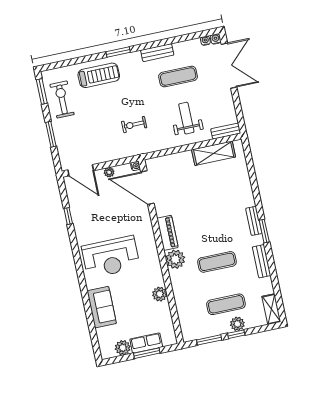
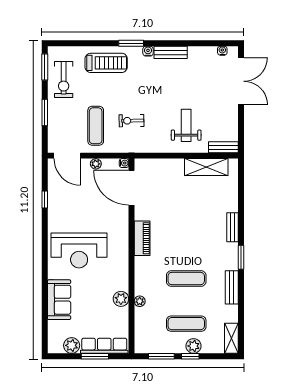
water cooler: (216, 39) -> (148, 51), moved
exercise mat: (178, 77) -> (96, 126), moved, turned 90
exercise bike: (62, 99) -> (64, 80), turned 180
bench: (254, 221) -> (233, 227), moved
plant: (175, 259) -> (140, 301), moved, width x0.53, depth x0.53
row of seats: (146, 343) -> (104, 346), width x1.48

